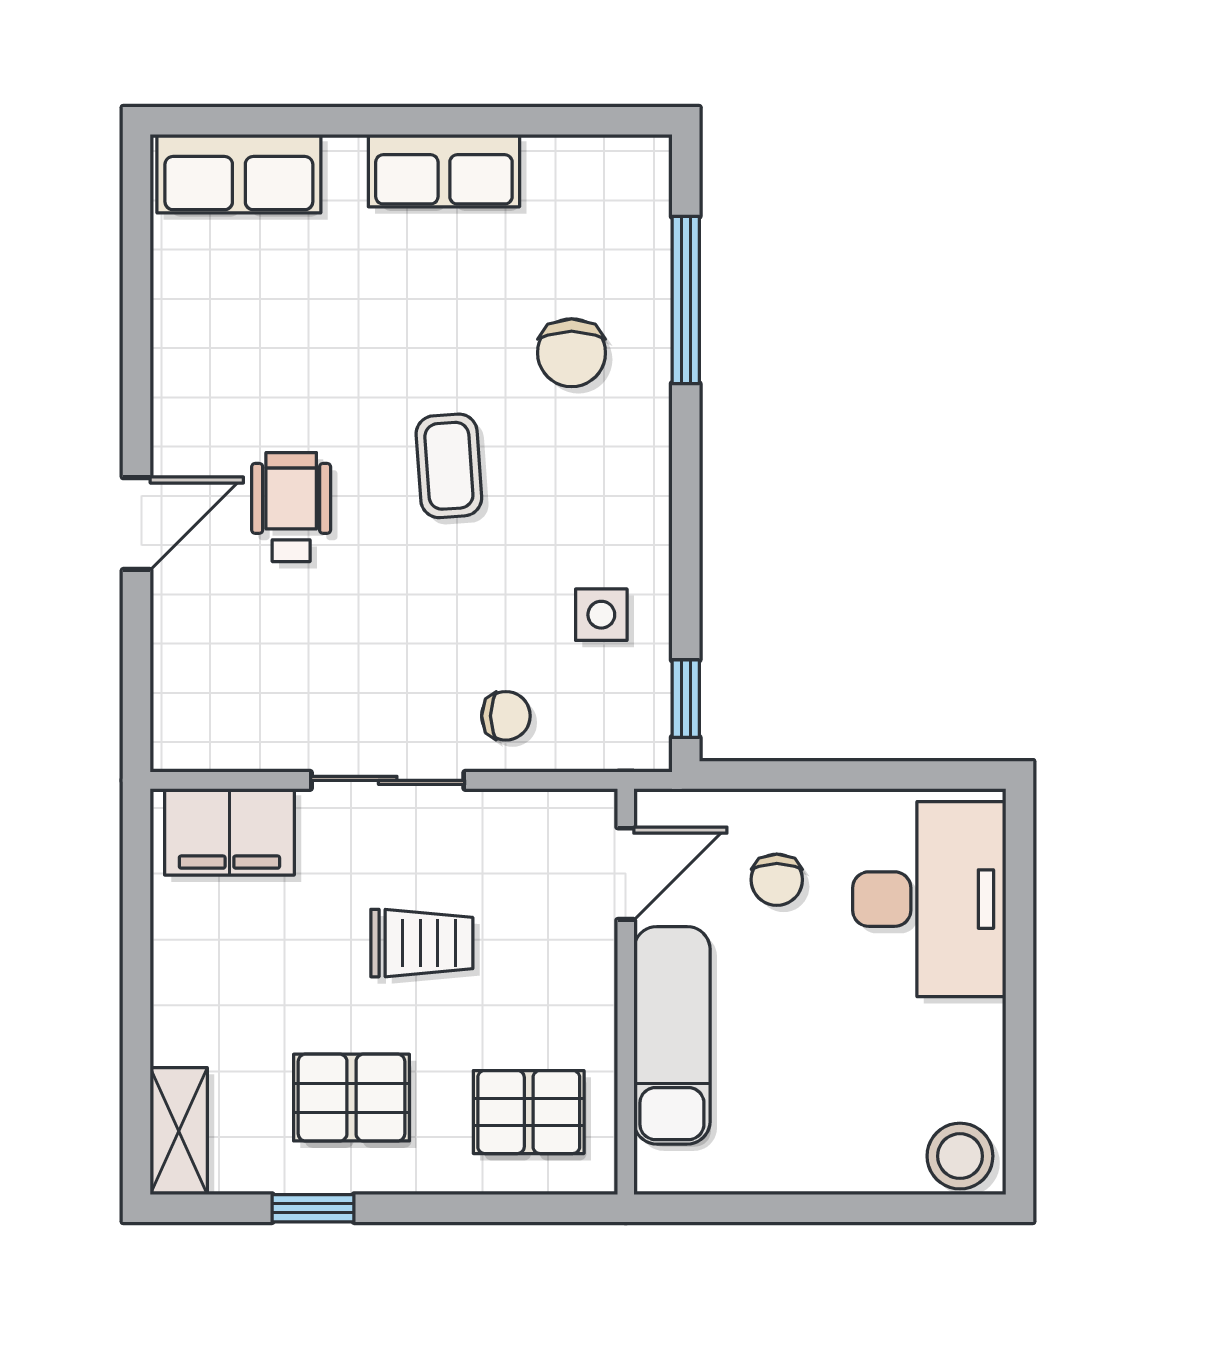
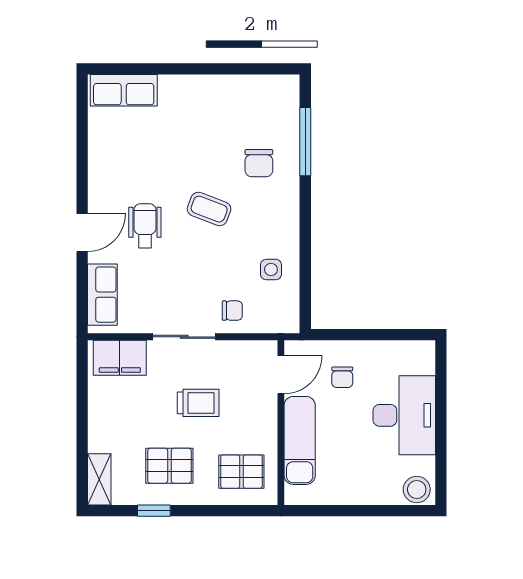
row of seats: (444, 171) -> (102, 295), moved, turned -90
coffee table: (449, 466) -> (209, 209), turned -65
window: (686, 699) -> (305, 304), removed
desk: (929, 899) -> (404, 415), moved

